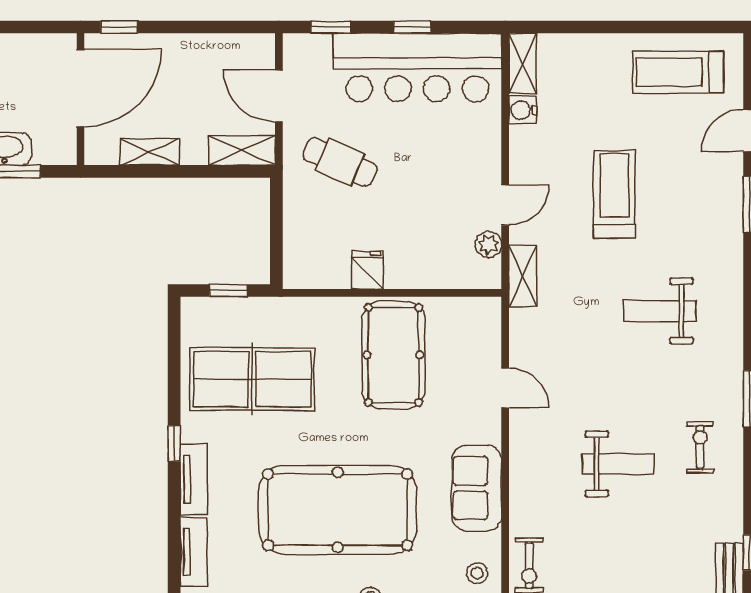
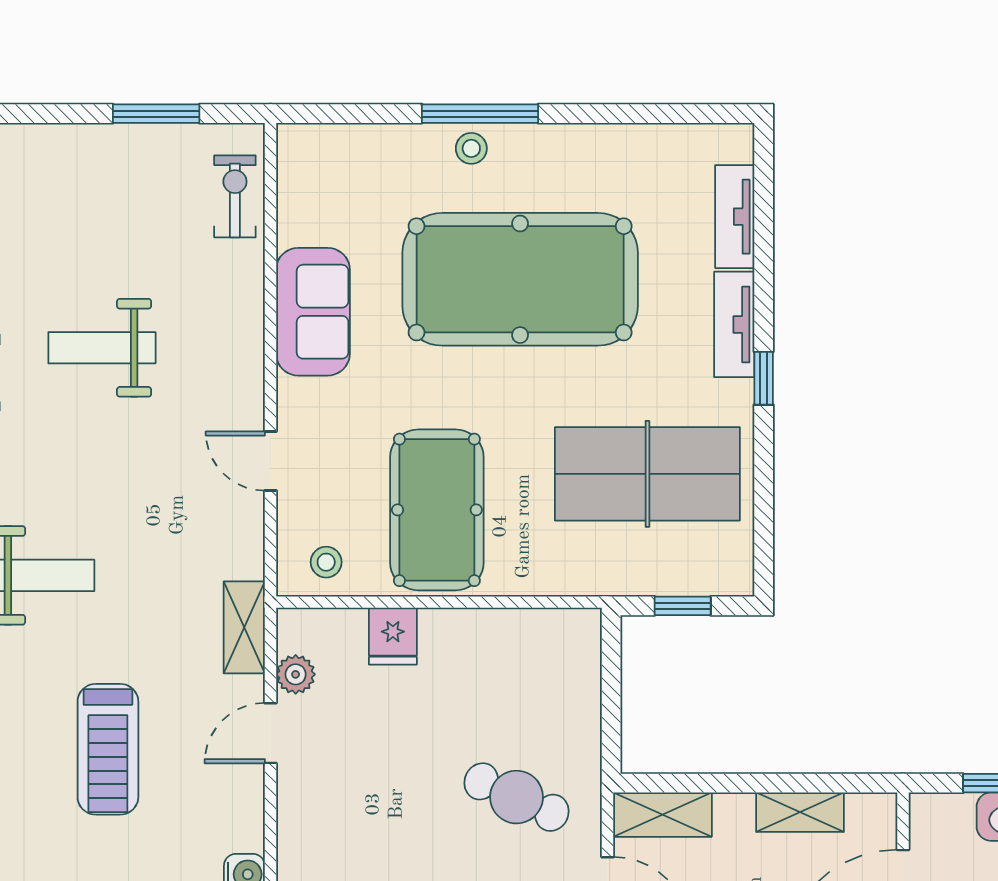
fridge: (367, 270) -> (393, 636), moved
stool: (477, 573) -> (326, 562), moved

